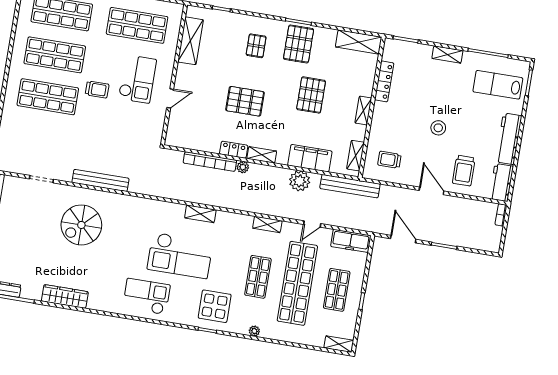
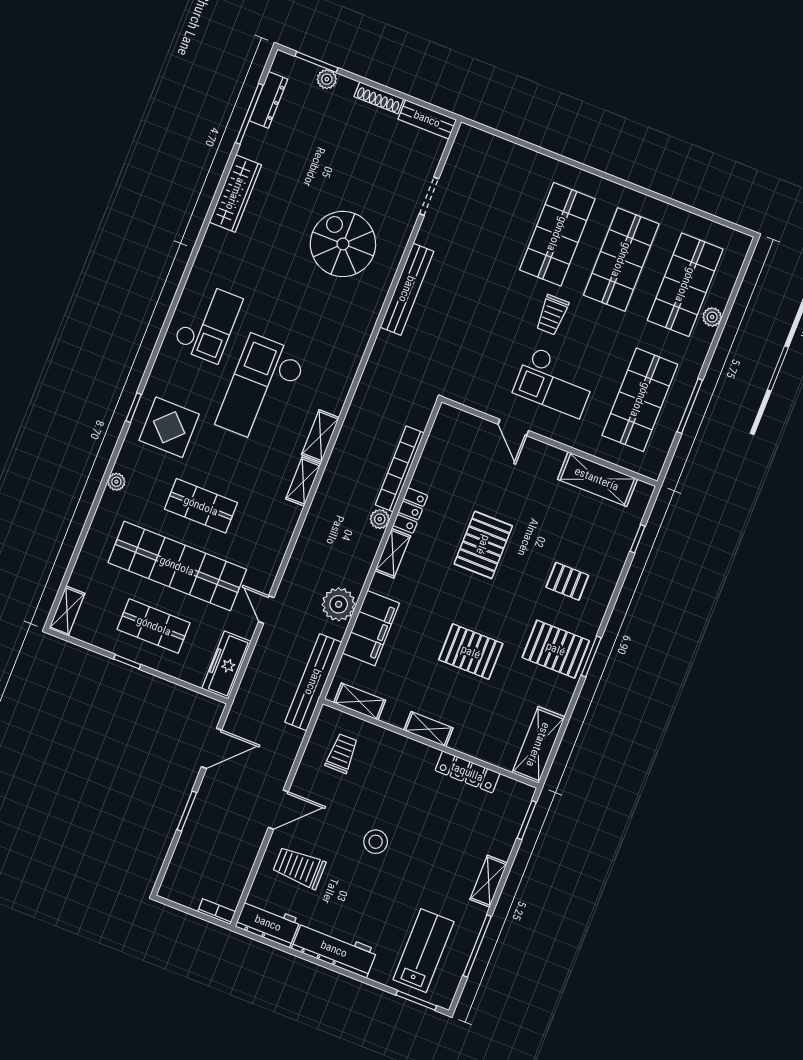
shelving: (267, 224) -> (303, 482), moved

